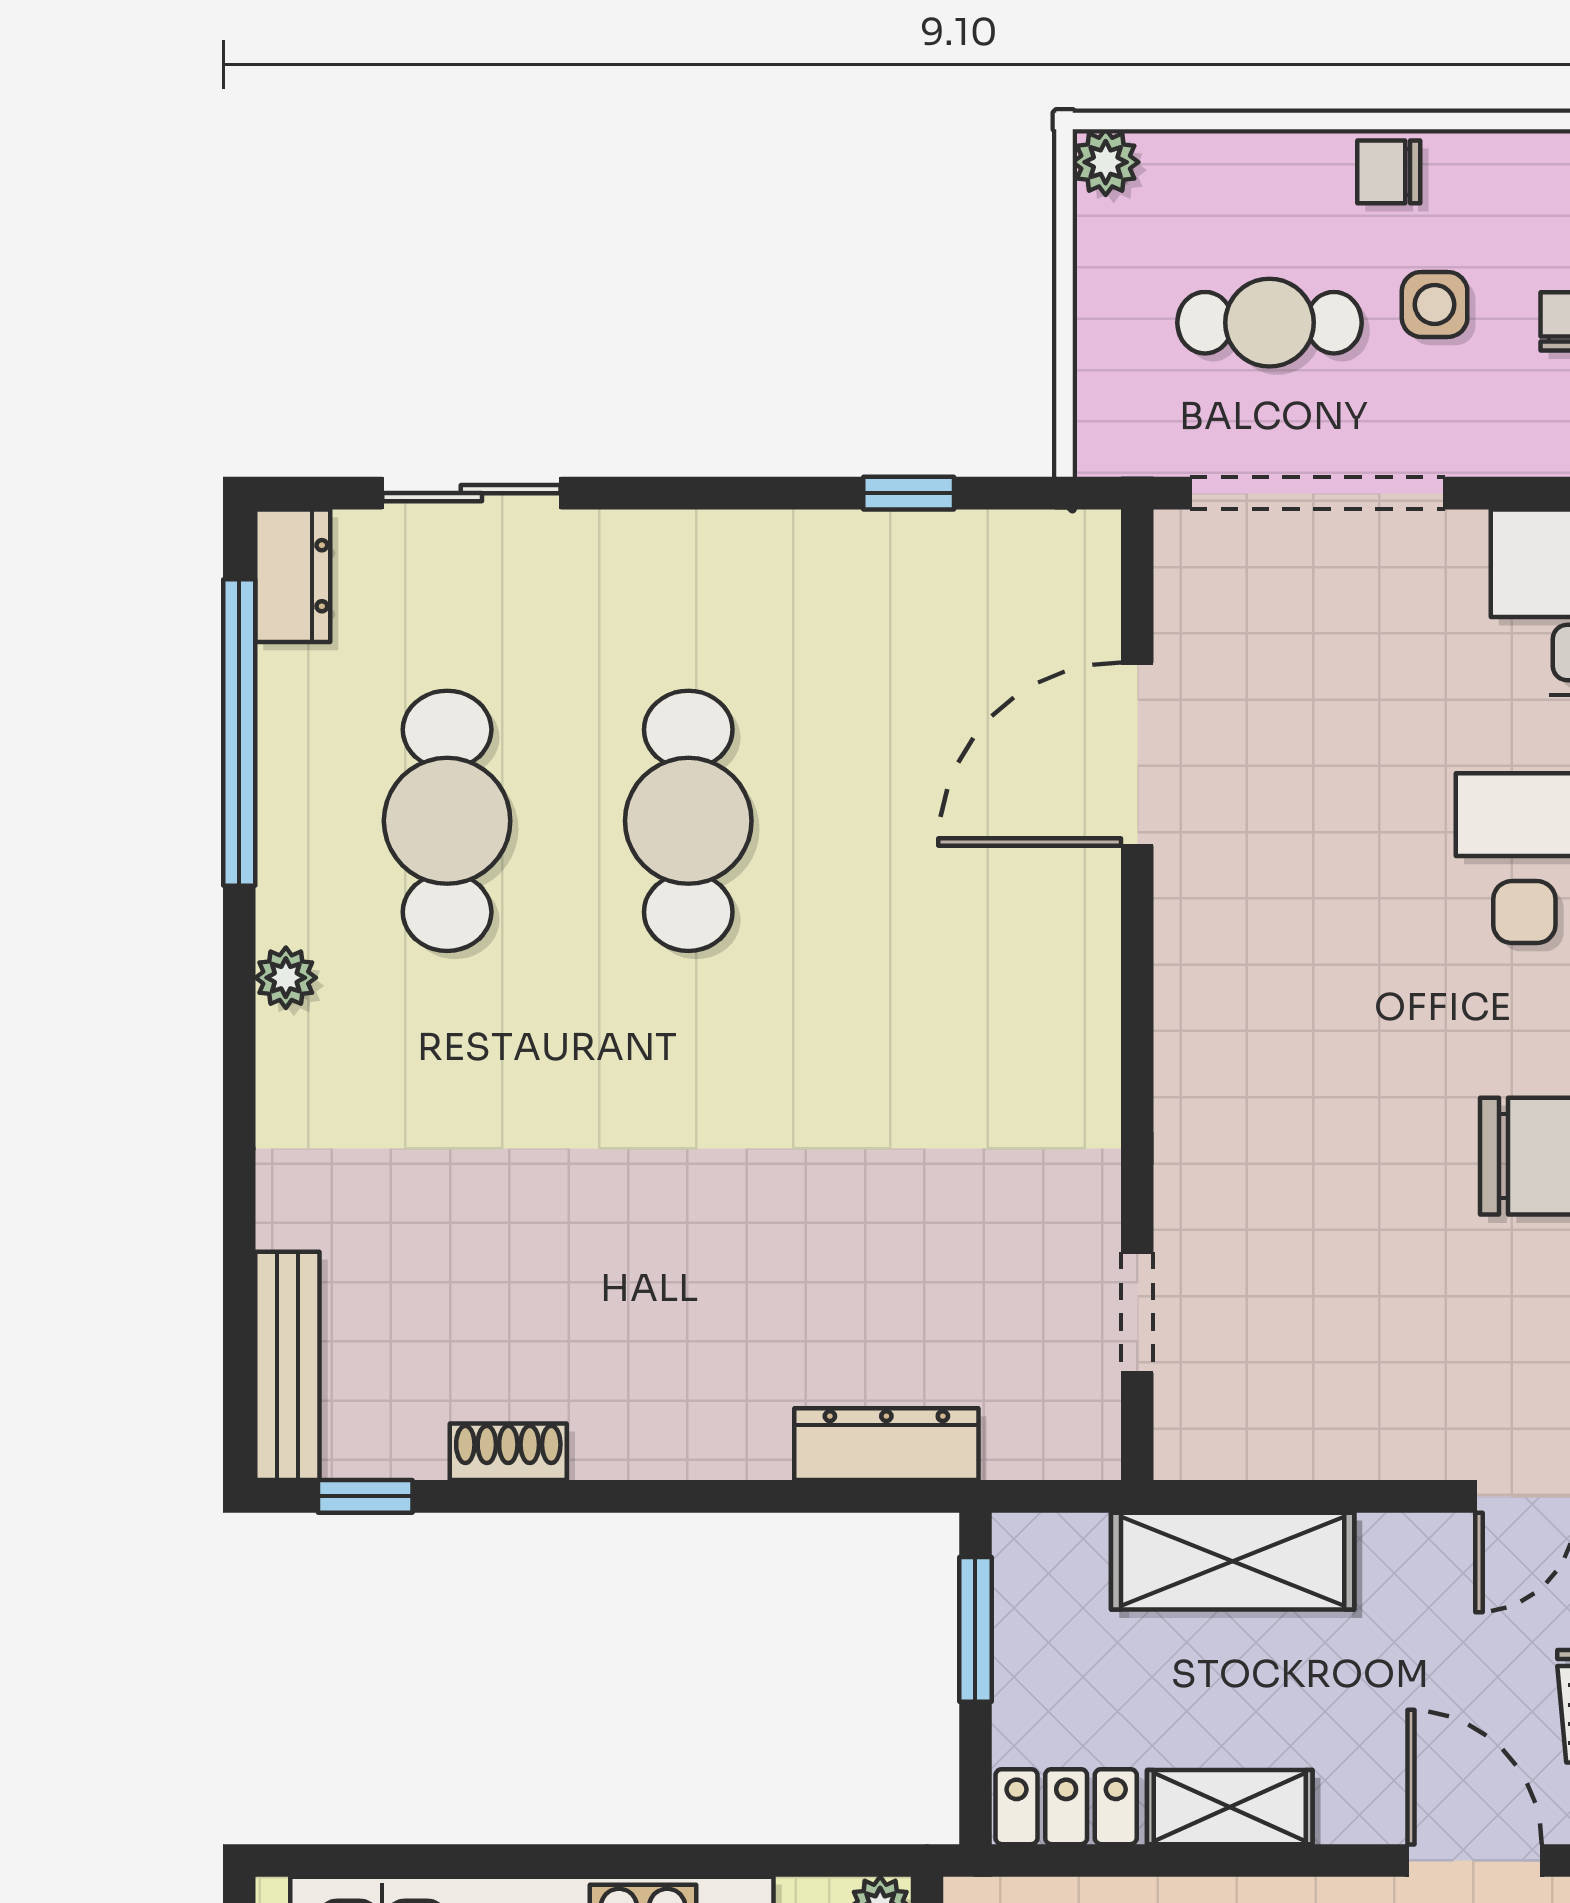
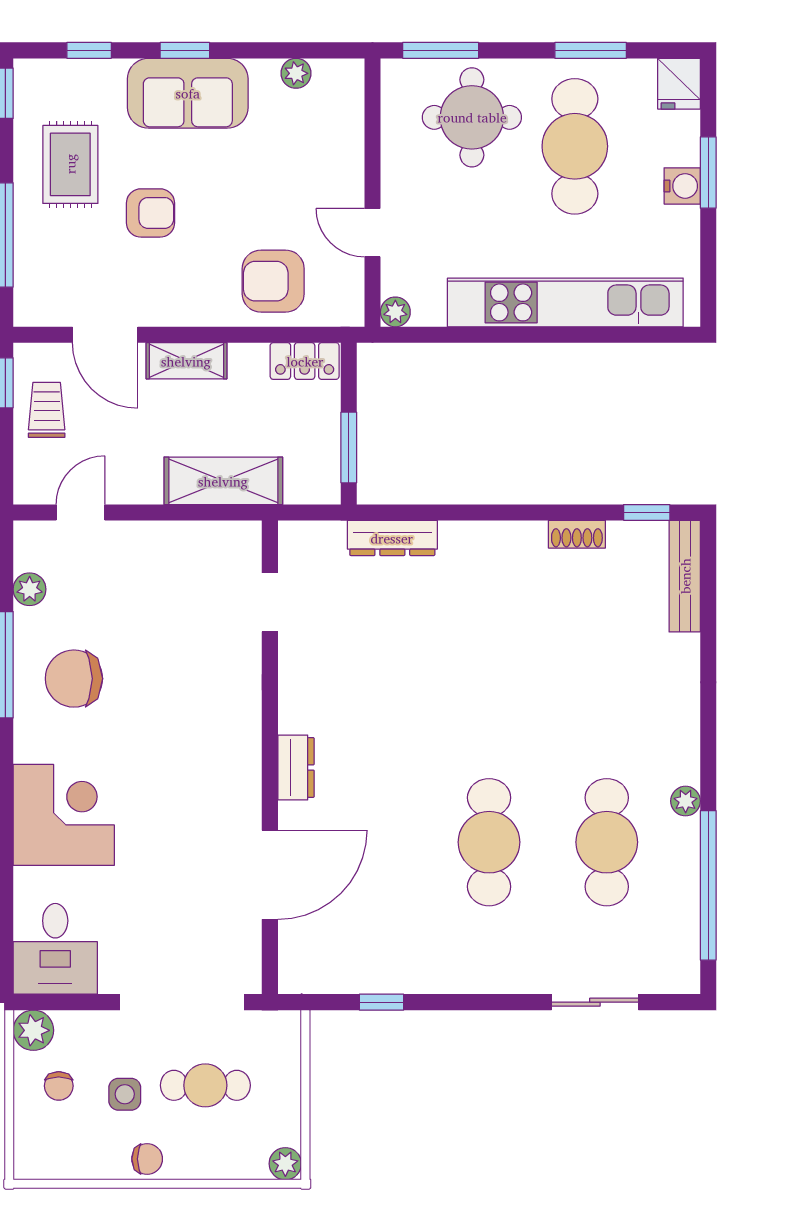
dresser: (293, 576) -> (296, 767), moved, turned 180
plant: (286, 978) -> (686, 801), moved
shelving: (1230, 1807) -> (186, 361), moved

